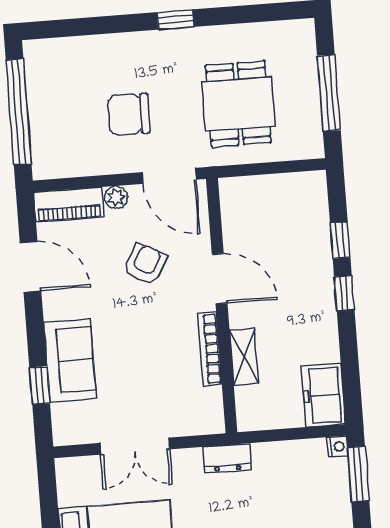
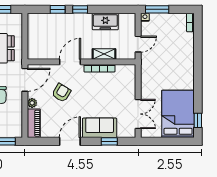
armchair: (145, 264) -> (61, 93), turned 93
door: (31, 267) -> (70, 141), moved
freezer: (324, 395) -> (105, 22), moved
door: (273, 435) -> (138, 44), added
double door: (135, 446) -> (138, 114), moved
dresser: (227, 458) -> (146, 65), removed

